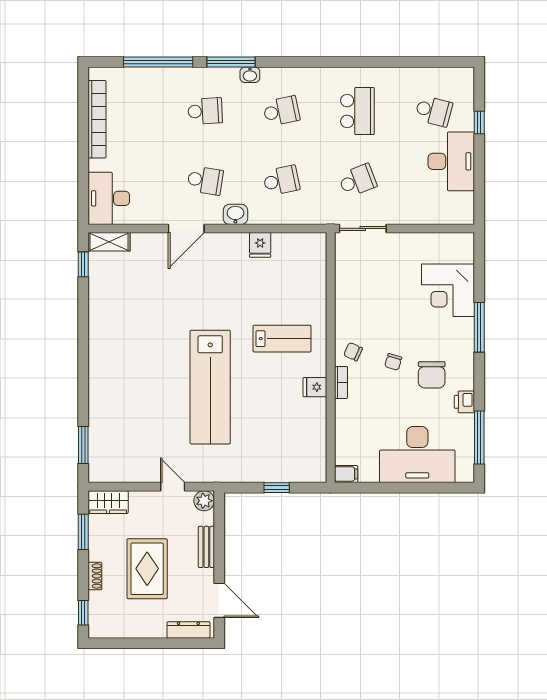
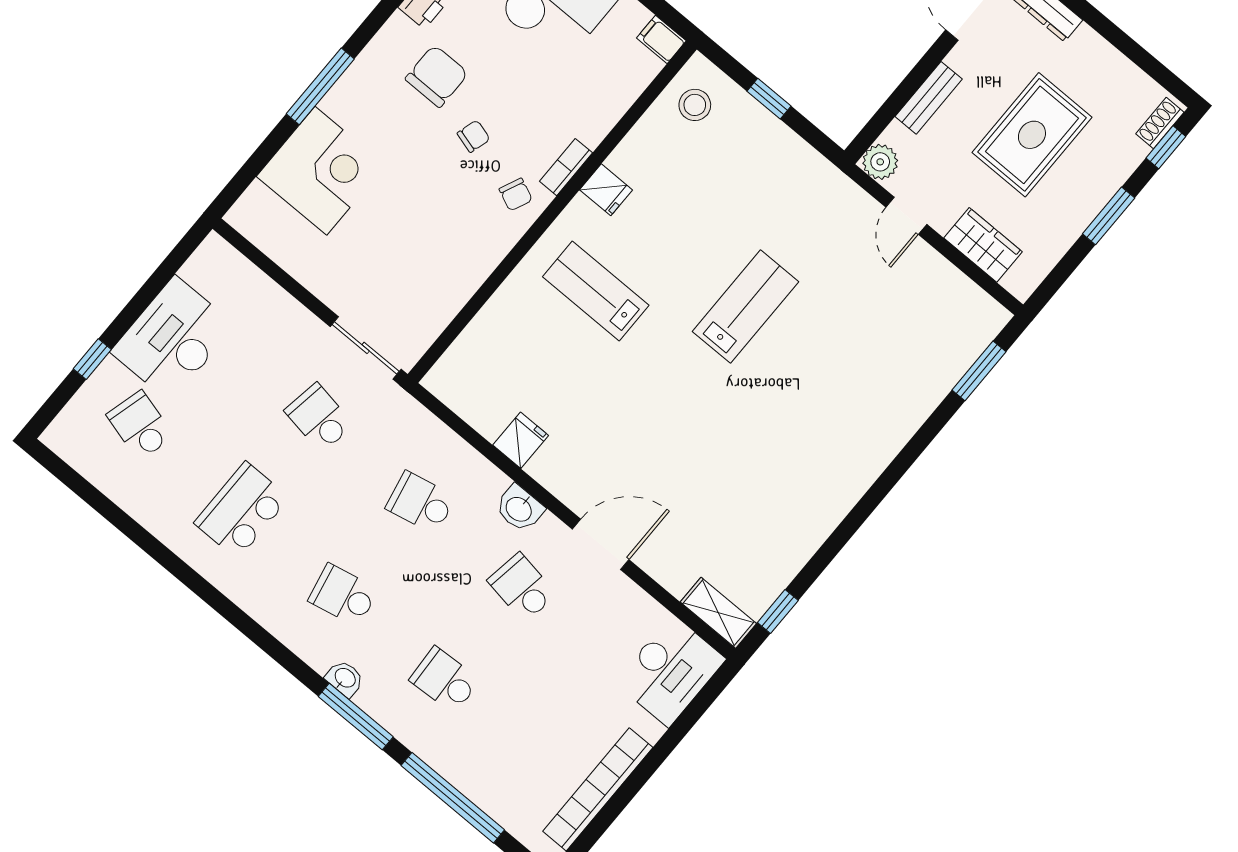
school desk: (357, 180) -> (319, 418), turned 30
lab bench: (210, 387) -> (745, 307), width x0.54, depth x0.72
stool: (307, 457) -> (695, 105), added
wardrobe: (108, 502) -> (983, 245), moved
window: (83, 532) -> (1109, 216), moved
shoe rack: (95, 576) -> (1160, 123), moved

